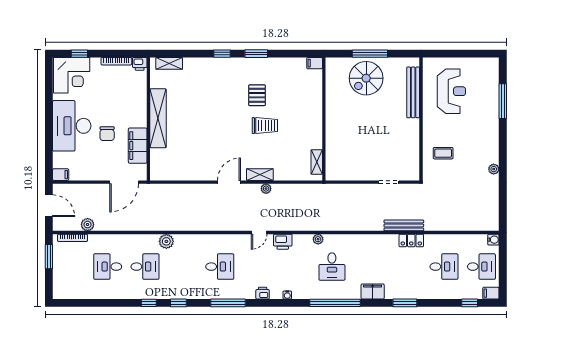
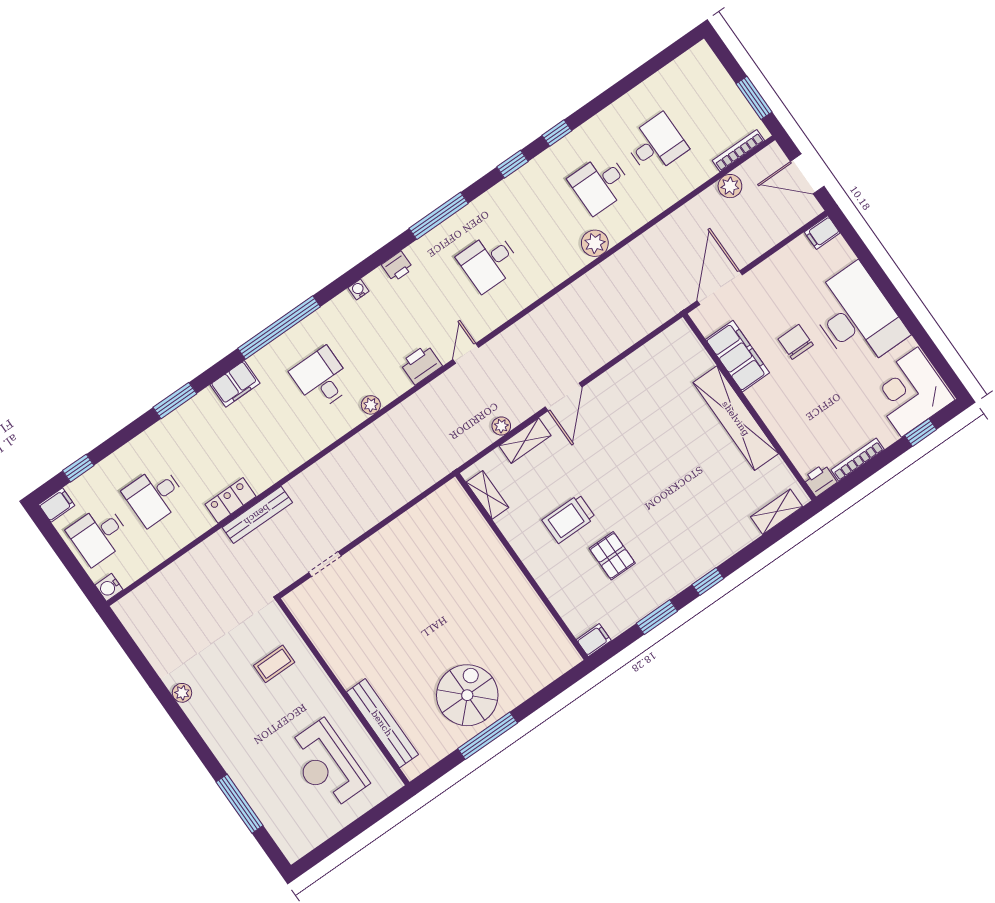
filing cabinet: (315, 63) -> (594, 640), moved
wall: (324, 119) -> (522, 567), moved
shelving: (317, 162) -> (487, 495), moved

